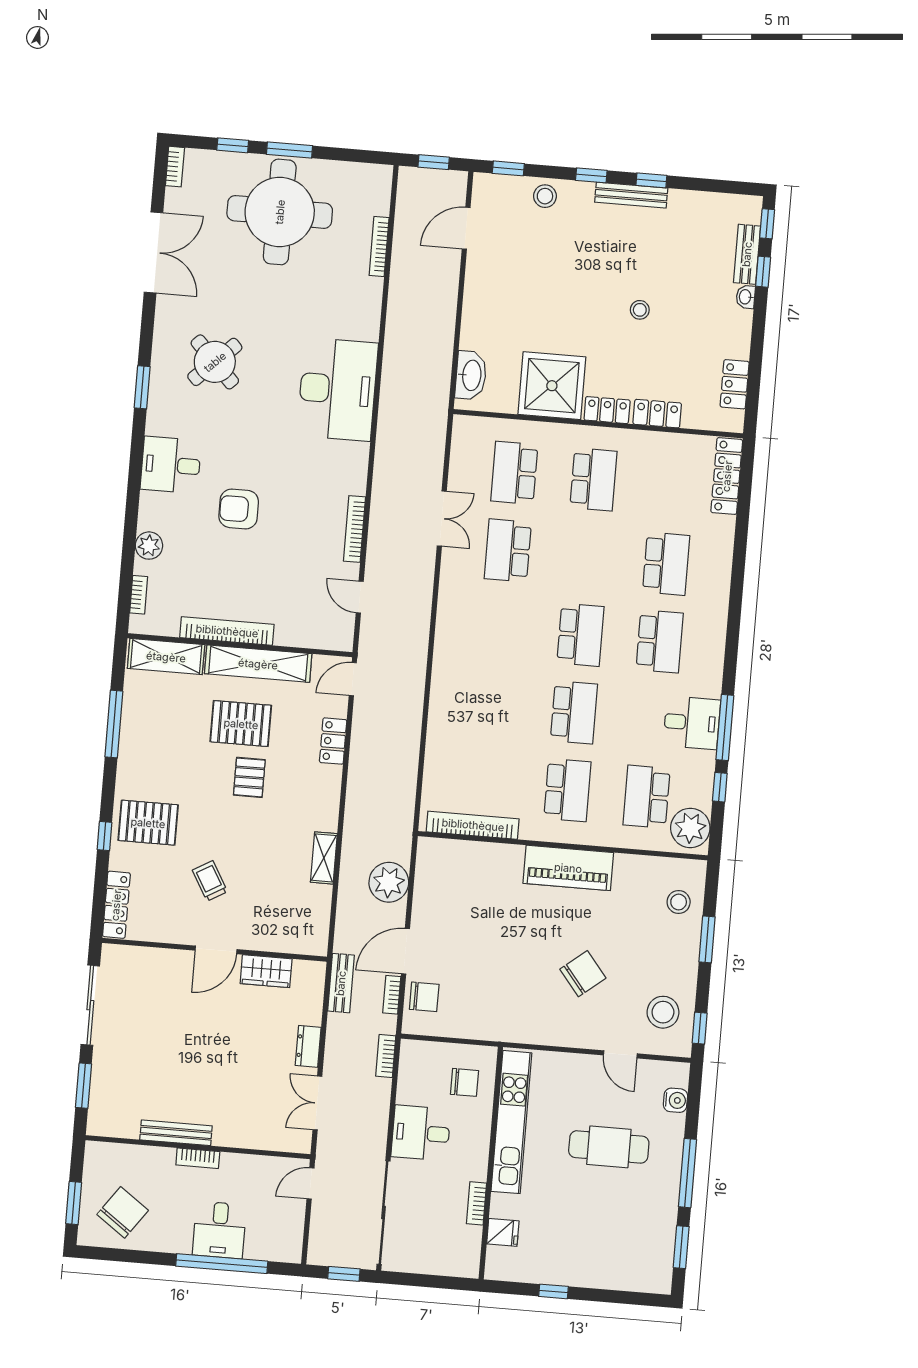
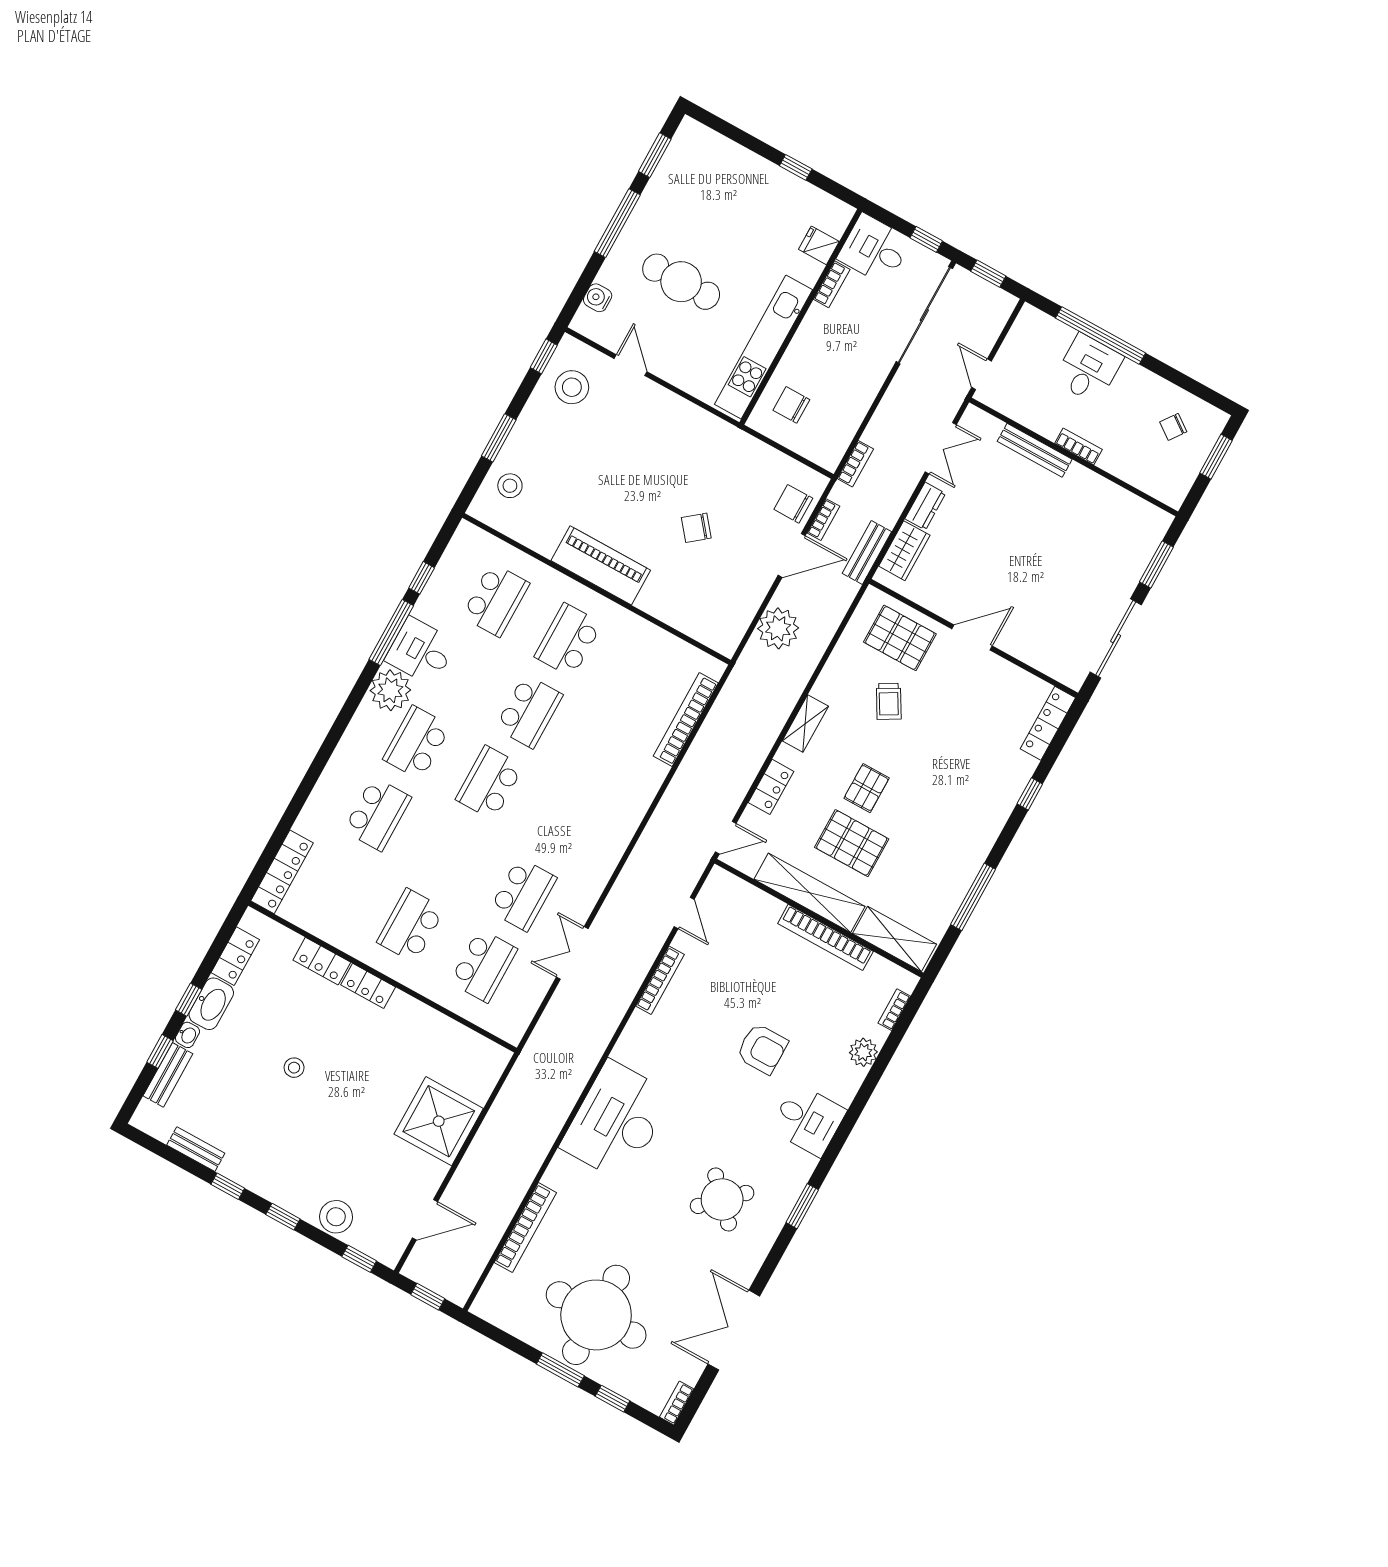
bench: (631, 195) -> (196, 1149), moved, width x0.73
stool: (545, 196) -> (336, 1217), width x1.38, depth x1.38
window: (767, 224) -> (189, 1000), moved
bookcase: (379, 247) -> (525, 1228), width x1.48, depth x1.31
washbasin: (471, 375) -> (211, 1004), moved, turned 180
shower: (552, 386) -> (439, 1121), moved
school desk: (666, 564) -> (377, 814), turned 180
school desk: (574, 712) -> (529, 711), turned 180
pallet: (148, 823) -> (900, 638), moved
bookcase: (473, 825) -> (686, 719), moved, turned 90
plant: (690, 828) -> (390, 690), moved
shelving: (324, 858) -> (805, 723), moved
trolley: (210, 881) -> (889, 701), moved
wardrobe: (266, 971) -> (904, 551), moved, turned 90
chair: (583, 974) -> (696, 528), moved, width x0.73, depth x0.73
bench: (176, 1133) -> (1035, 450), moved
desk: (421, 1133) -> (874, 249), moved, turned 180
door: (311, 1183) -> (982, 374), swing flipped
chair: (123, 1212) -> (1173, 427), width x0.54, depth x0.54
window: (411, 1280) -> (926, 239), added

